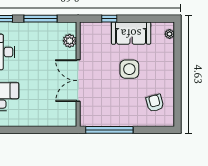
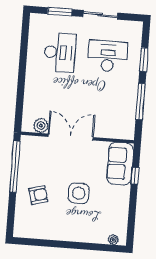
sofa: (131, 33) -> (120, 164), moved
plant: (70, 41) -> (41, 126), moved
armchair: (155, 103) -> (38, 195), moved

